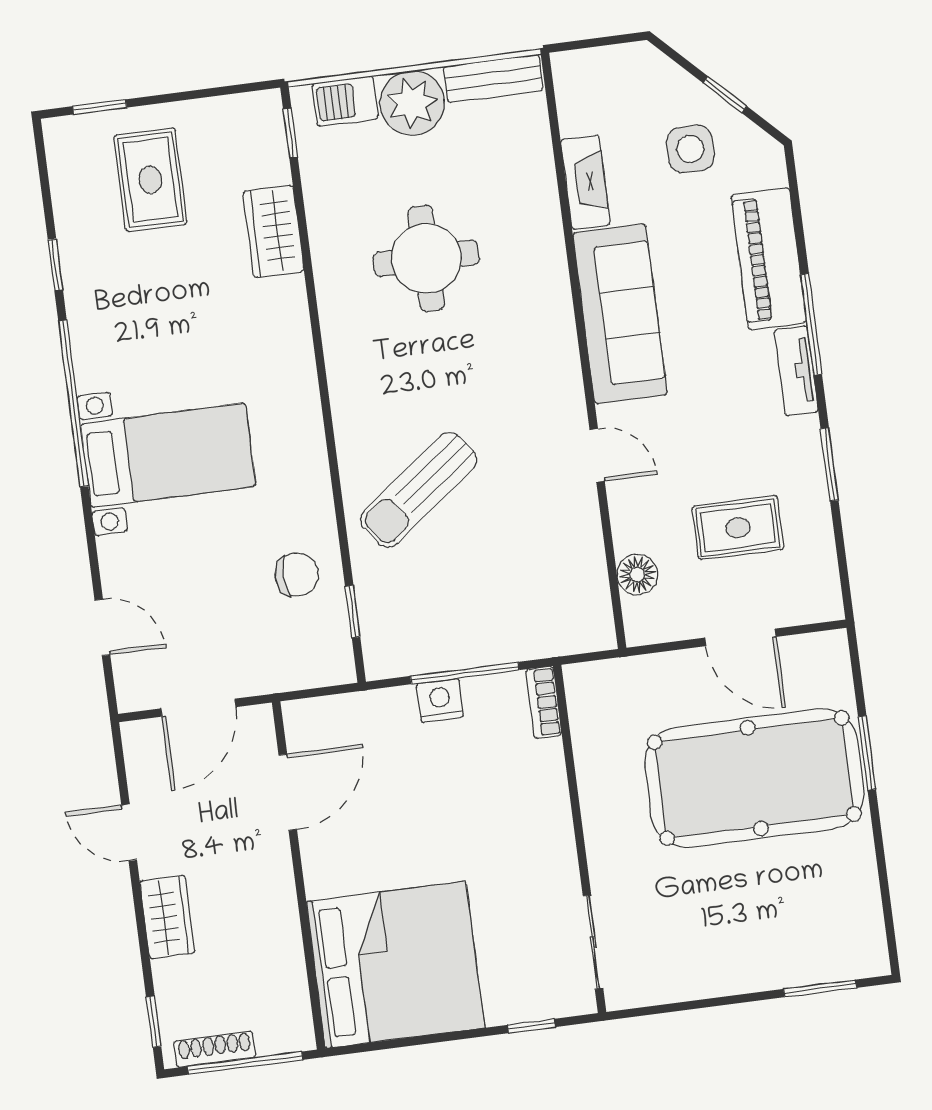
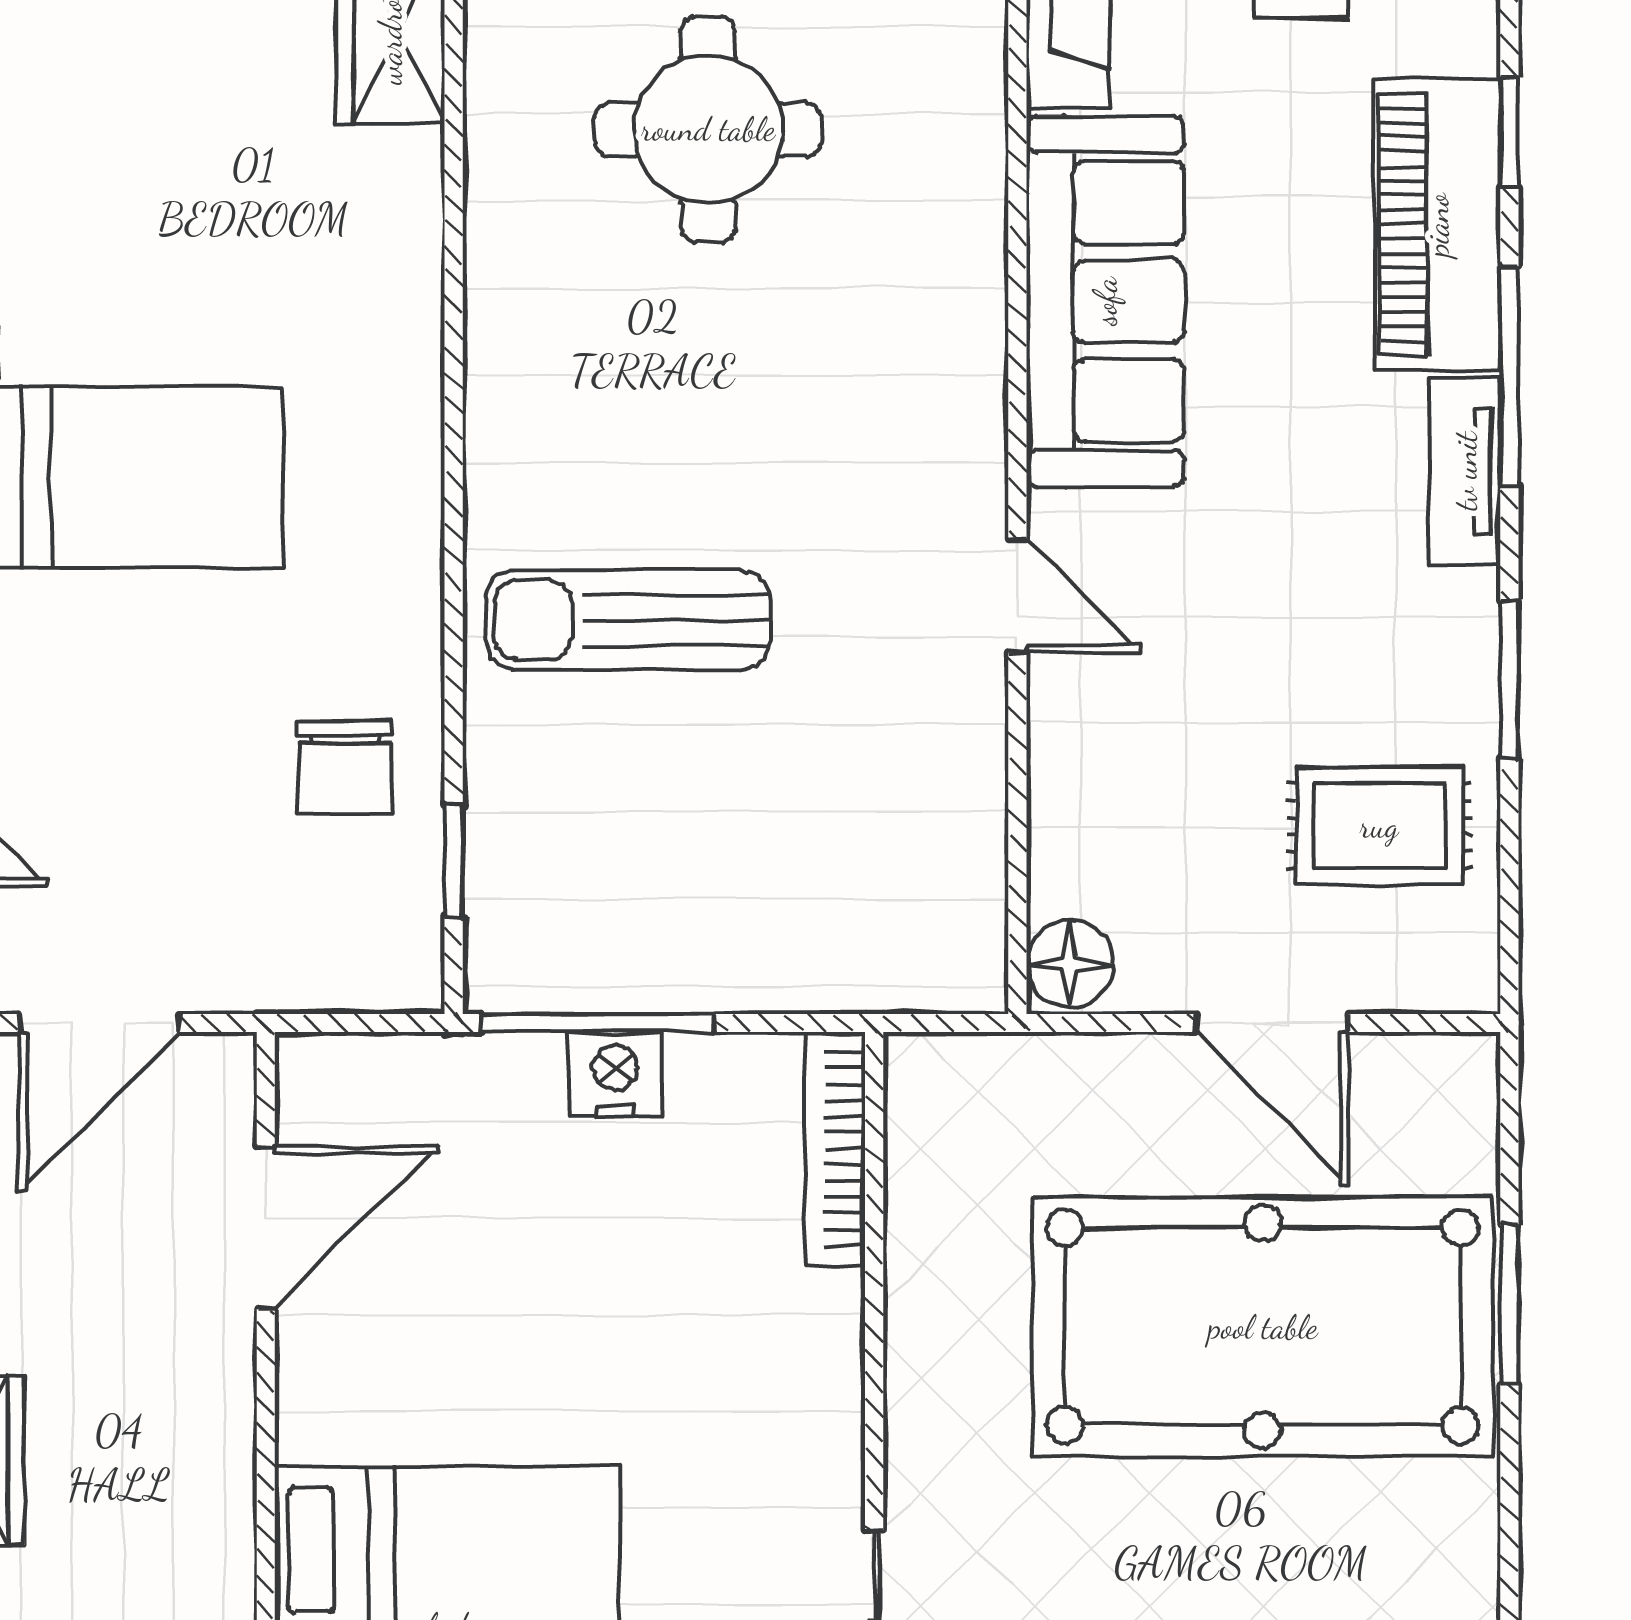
window: (797, 211) -> (1509, 132), added
sun lounger: (419, 490) -> (628, 620), turned 37
rug: (738, 528) -> (1379, 826), moved
chair: (297, 575) -> (345, 767), turned 90
floor lamp: (637, 575) -> (1070, 964), moved
window: (465, 673) -> (598, 1023), moved
bookcase: (544, 702) -> (835, 1149), width x1.56

